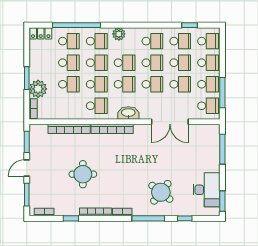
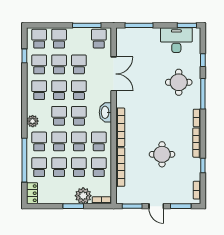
school desk: (208, 84) -> (99, 167), moved
round table: (161, 192) -> (179, 82), turned -38

